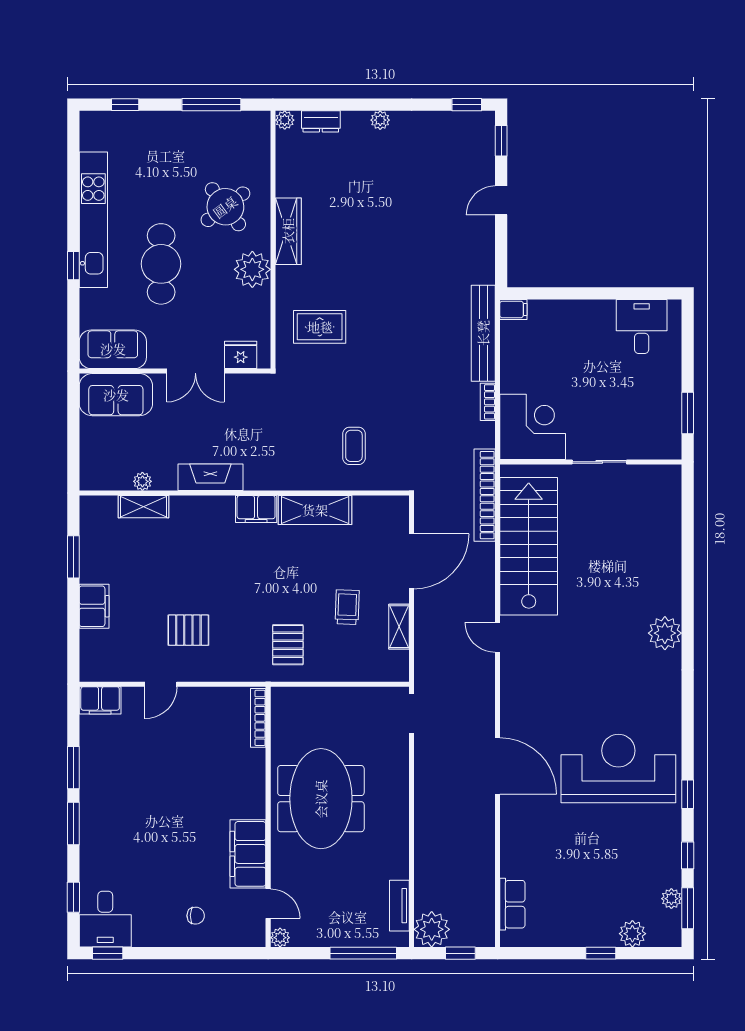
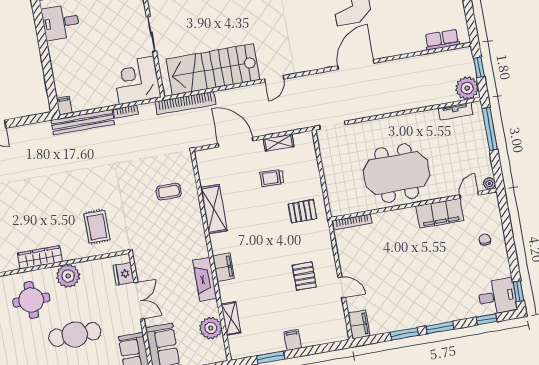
round table: (225, 207) -> (31, 300), turned 37
plant: (142, 481) -> (211, 328), width x1.87, depth x1.87
filing cabinet: (256, 509) -> (223, 267), moved
filing cabinet: (94, 606) -> (293, 340), width x0.50

